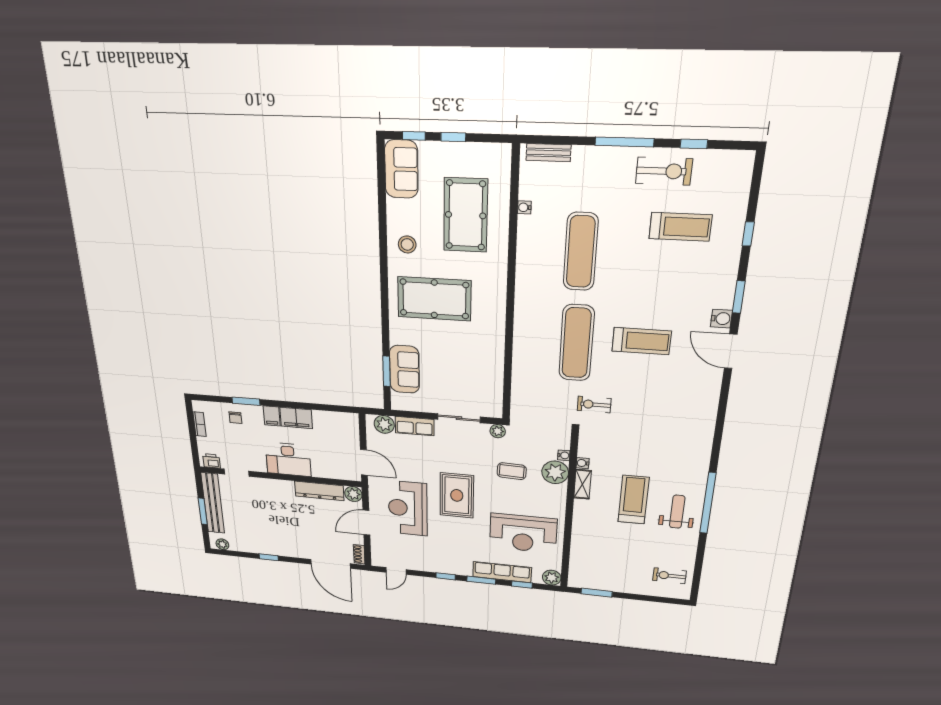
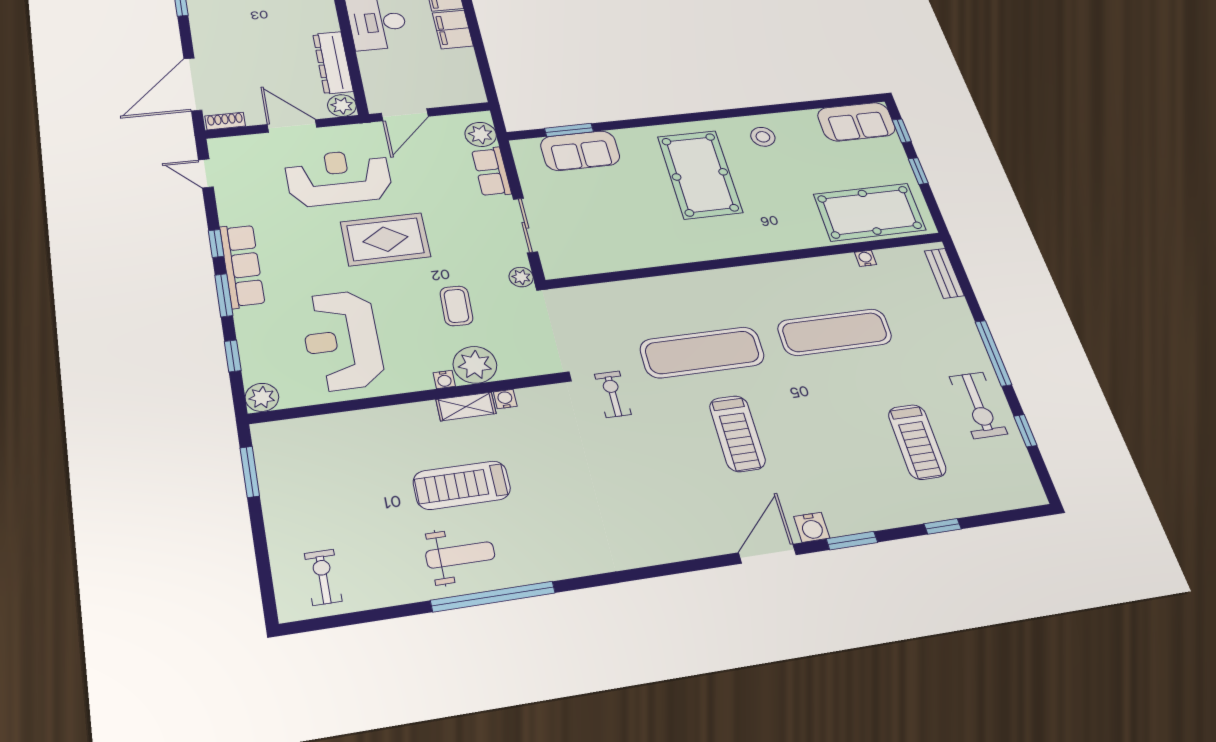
pool table: (466, 215) -> (870, 212), moved
water cooler: (564, 455) -> (444, 379), moved
treadmill: (634, 500) -> (462, 485), turned 180
row of seats: (502, 572) -> (242, 266), moved

